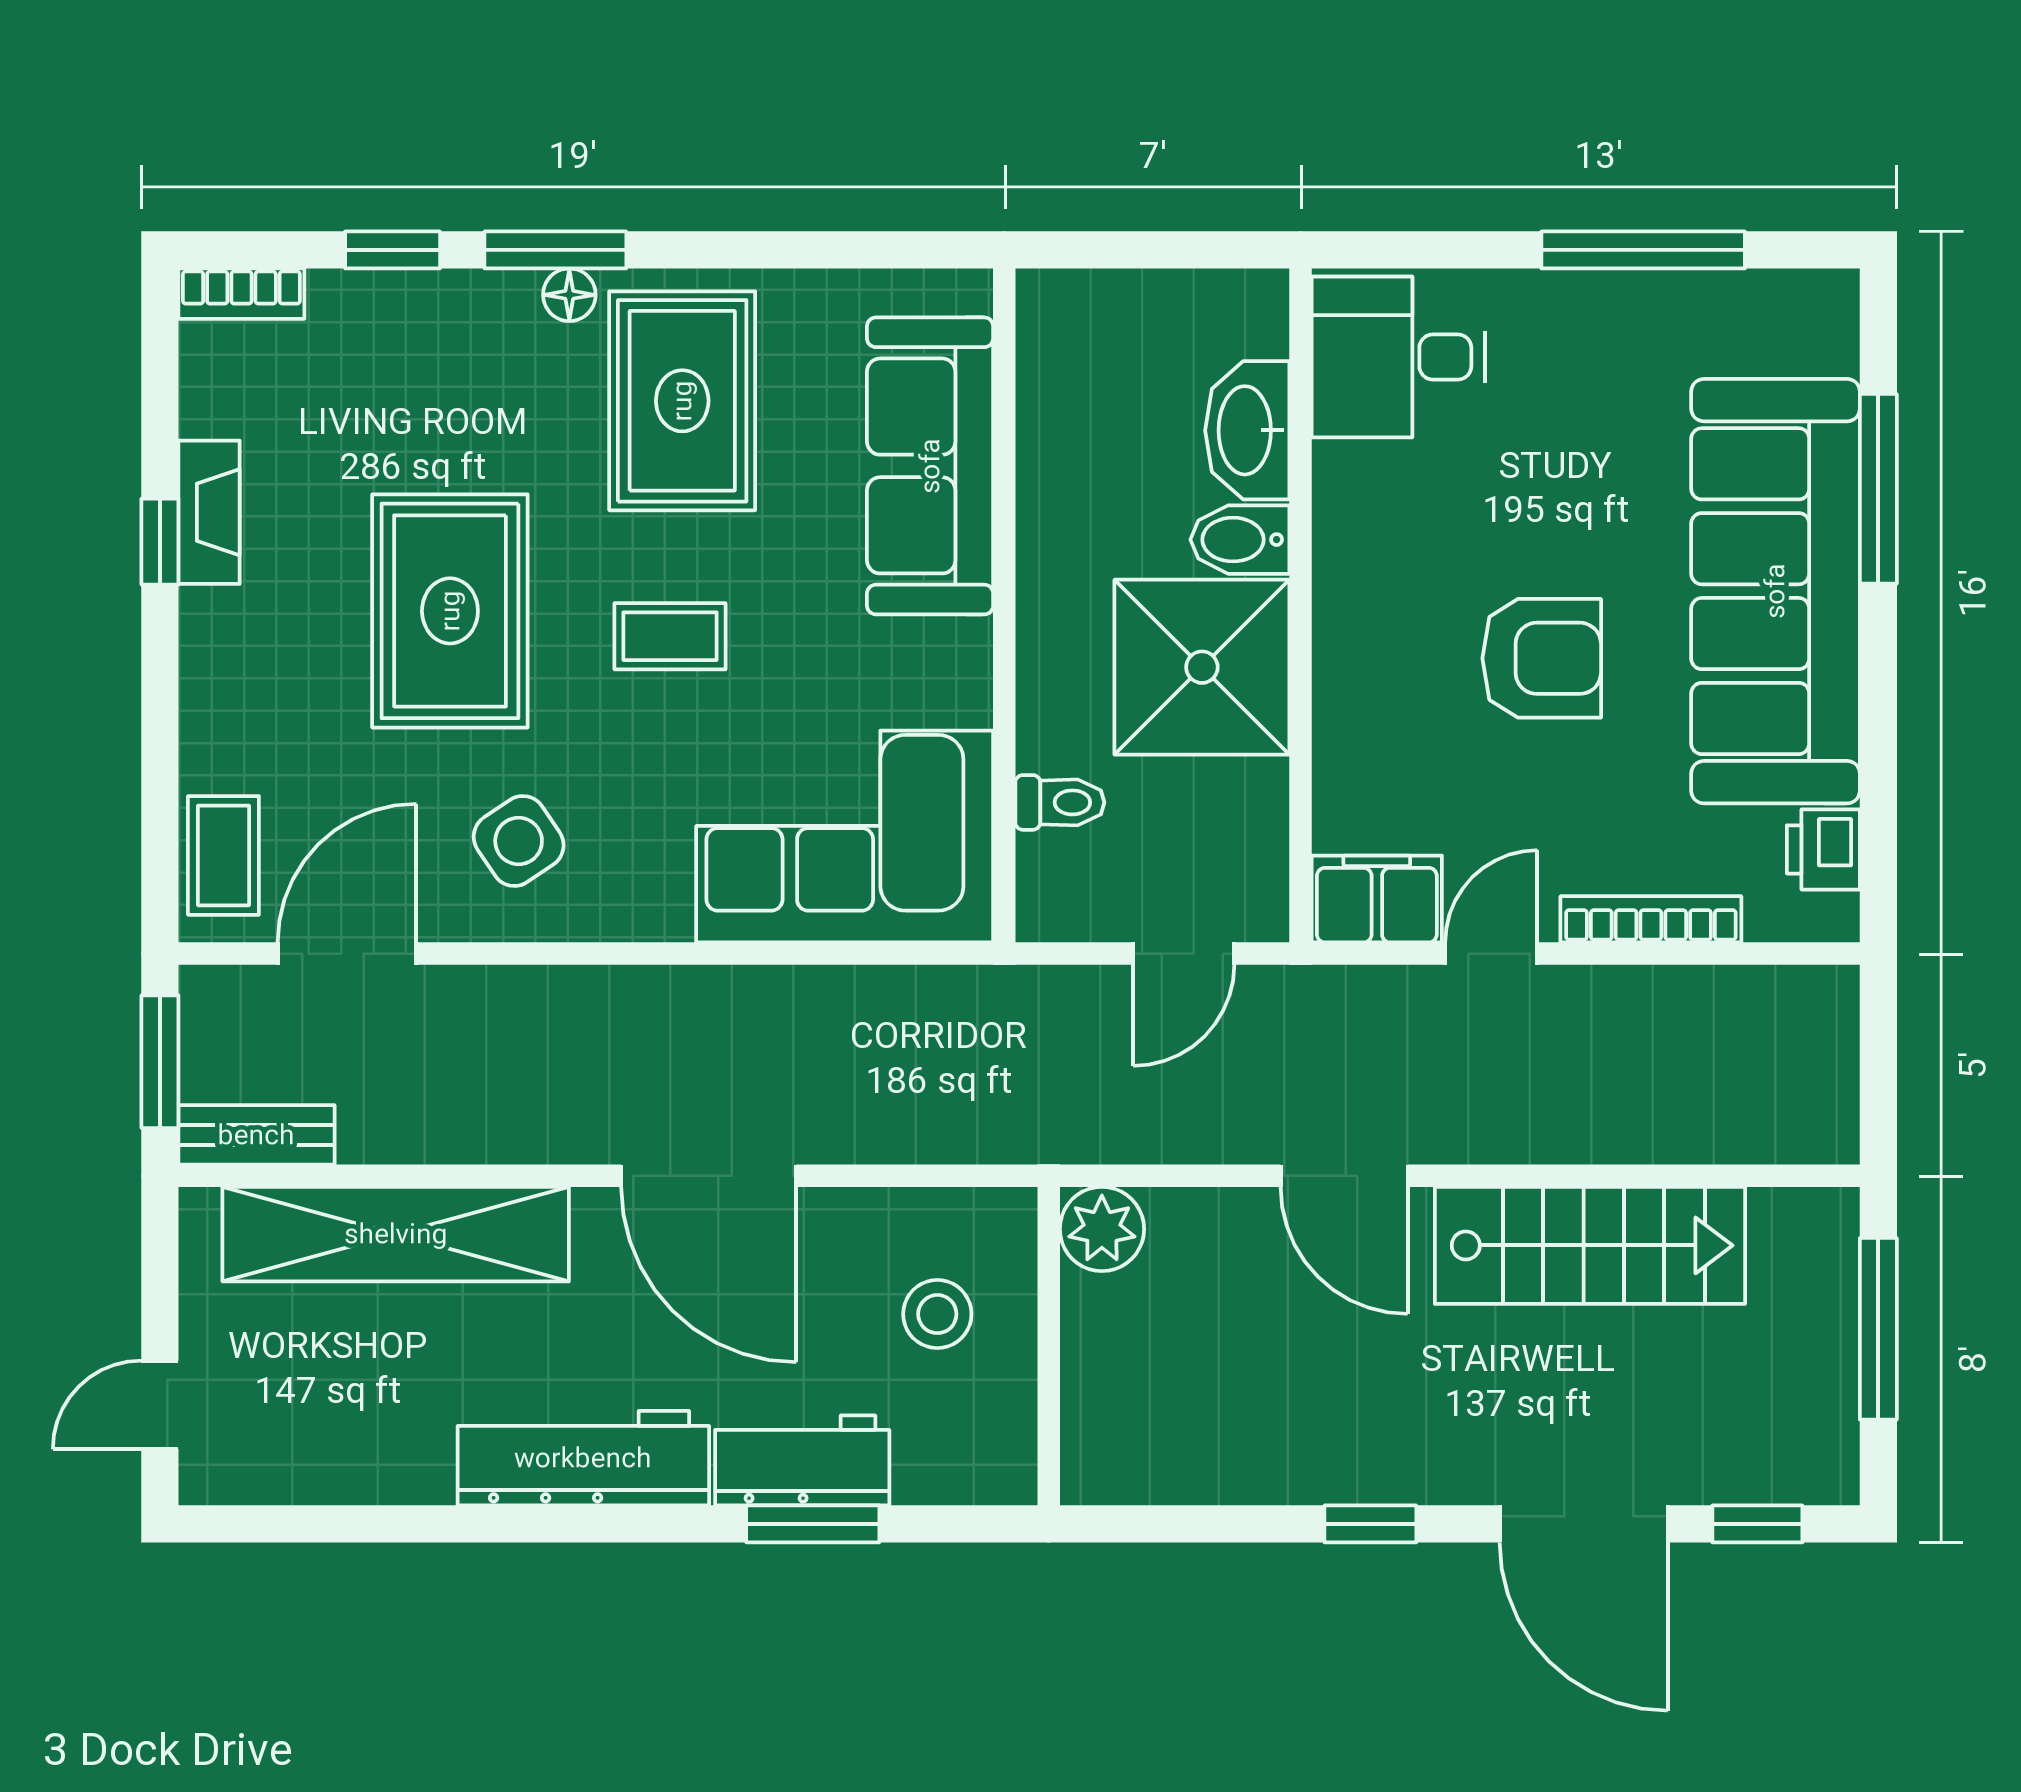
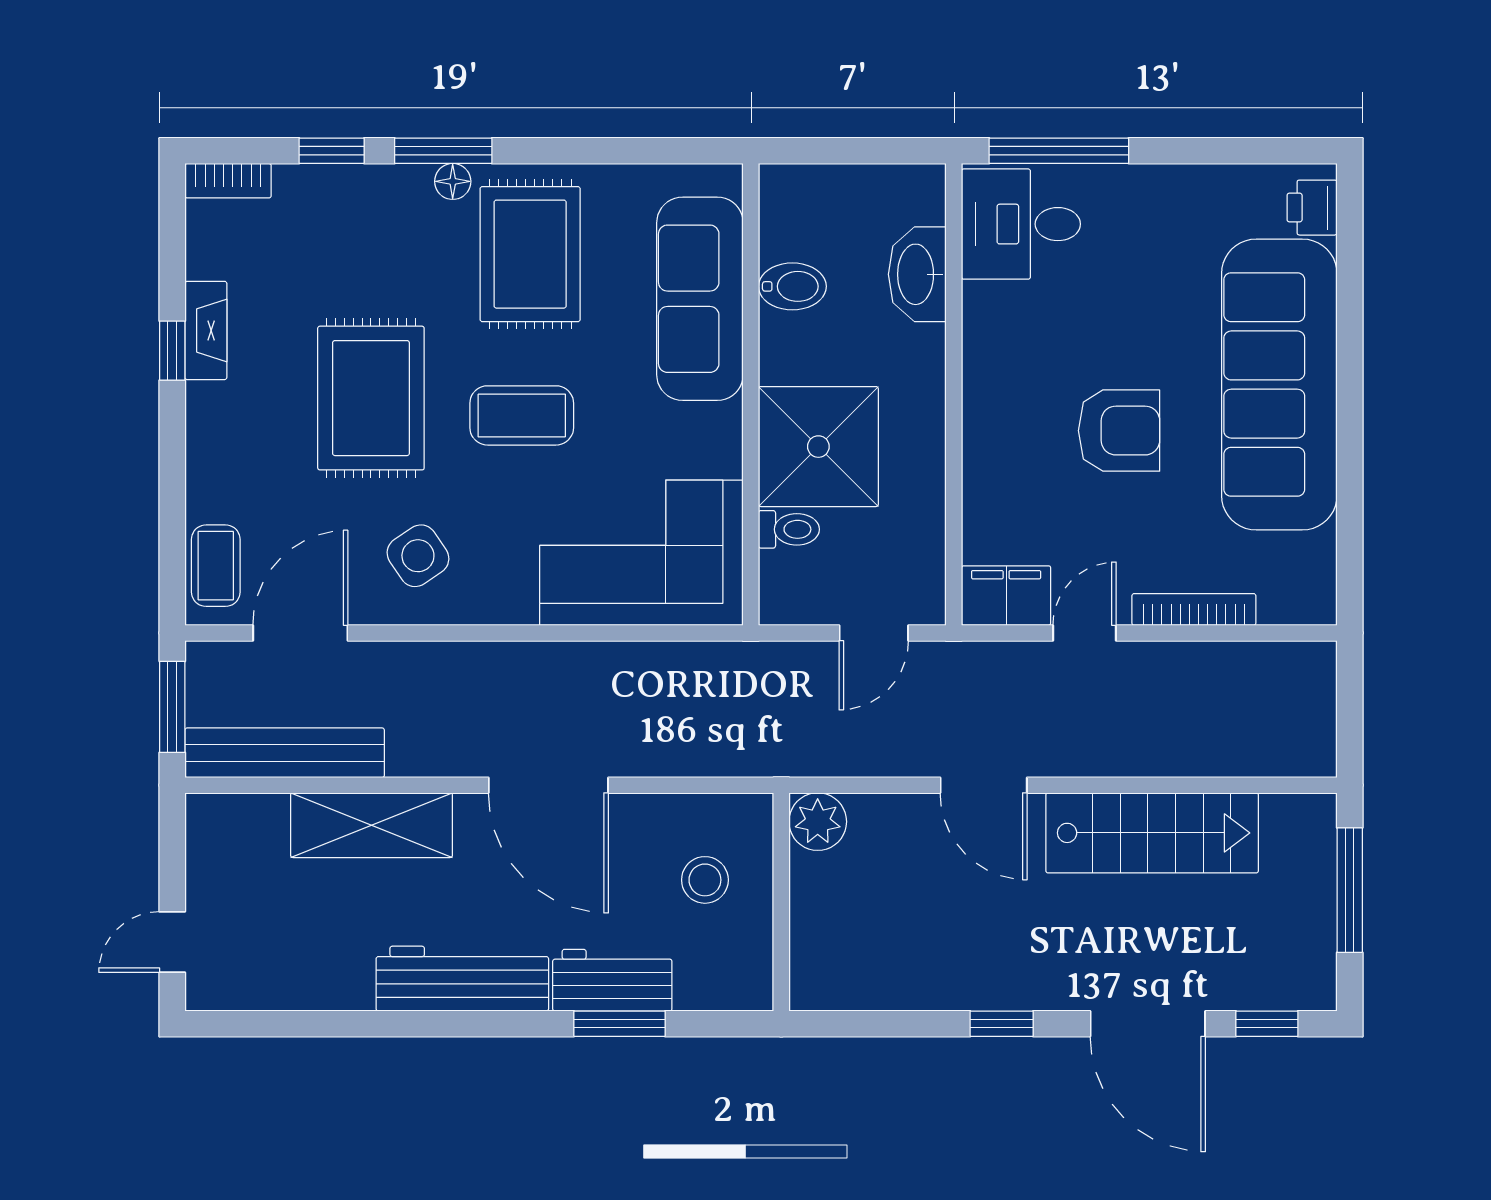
window: (1643, 250) -> (1059, 151), moved
window: (1878, 489) -> (1350, 314), removed
bidet: (1240, 540) -> (792, 286), moved, turned 180
coffee table: (670, 636) -> (522, 415), width x1.36, depth x1.30
shower: (1202, 667) -> (818, 447), moved
printer: (1823, 849) -> (1312, 208), moved
bench: (256, 1135) -> (285, 753), width x1.86, depth x1.21
shelving: (396, 1234) -> (372, 825), width x0.68

